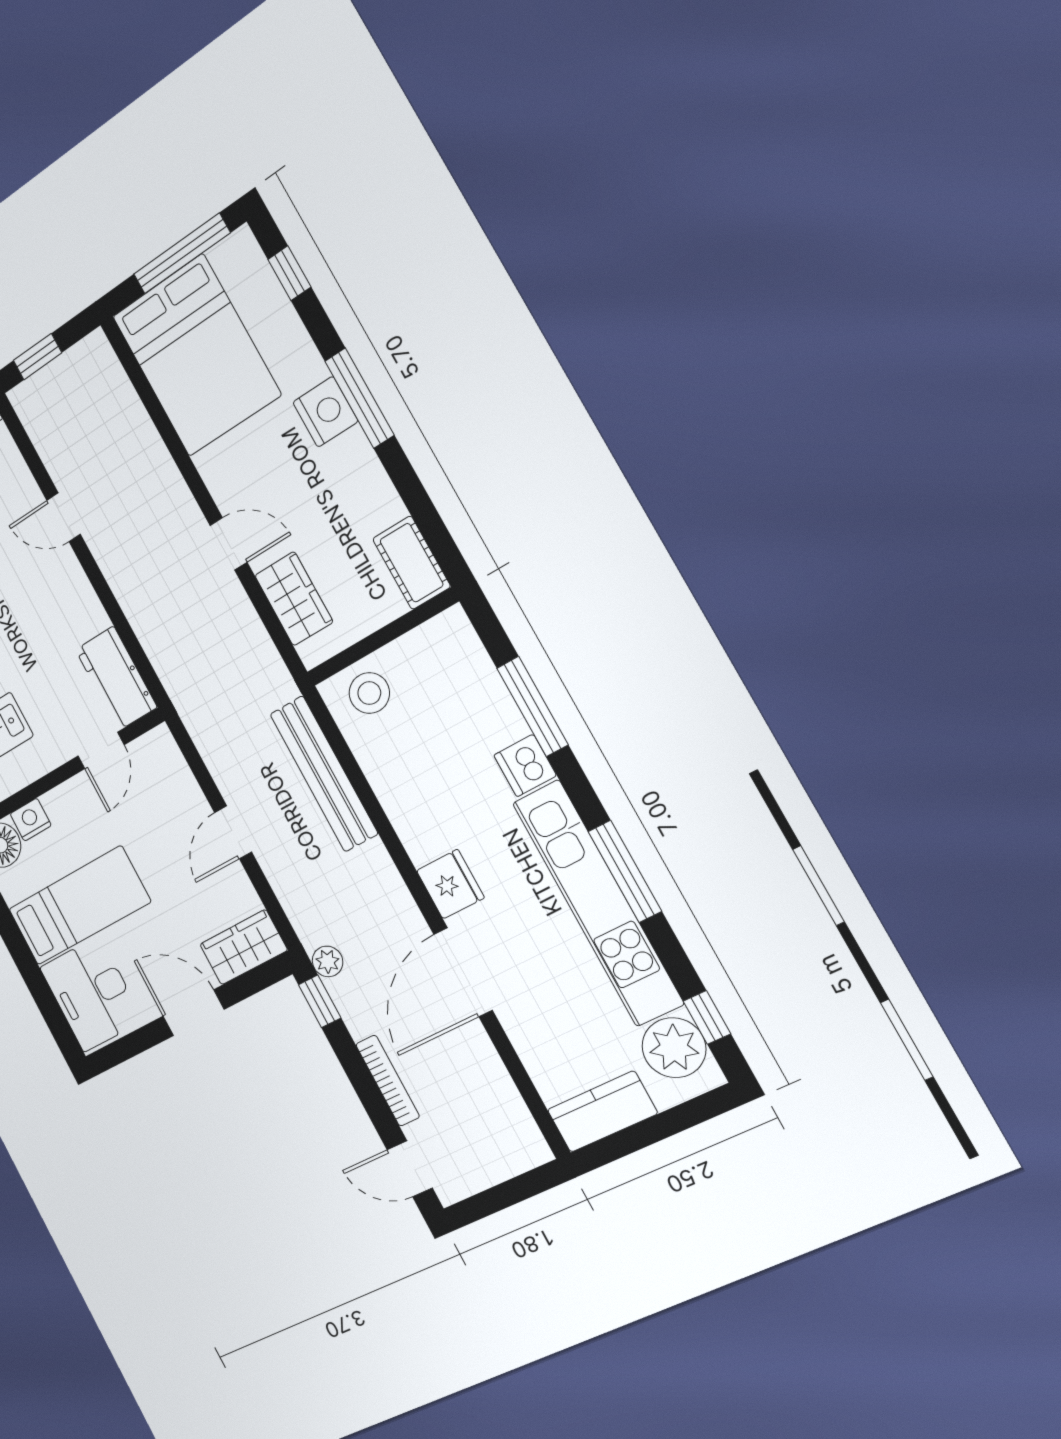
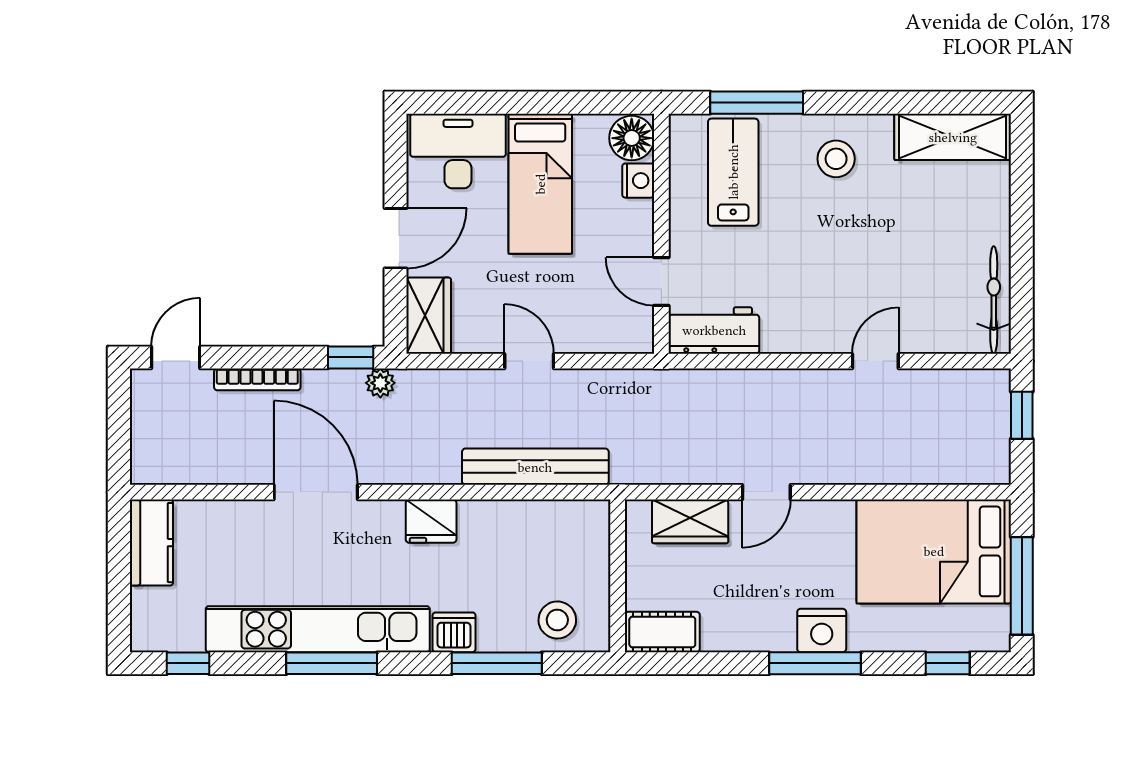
stool: (369, 693) -> (557, 620), moved
fridge: (450, 884) -> (431, 521), moved
plant: (674, 1048) -> (176, 626), removed

